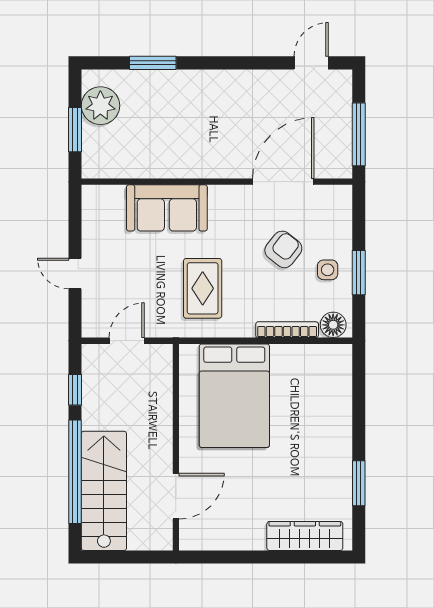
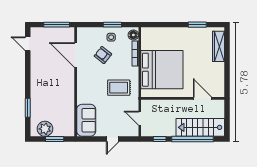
sofa: (167, 208) -> (86, 120), moved
bed: (234, 396) -> (162, 70), width x1.36

